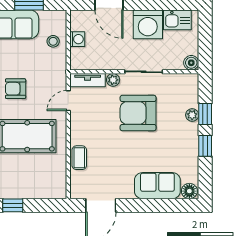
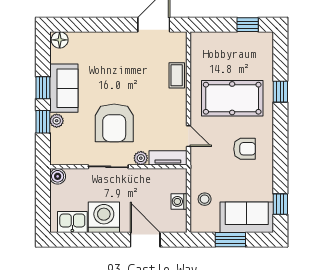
door: (68, 101) -> (188, 136), hinge flipped
armchair: (138, 113) -> (114, 123), turned 90
sofa: (157, 186) -> (64, 88), moved, turned -90

